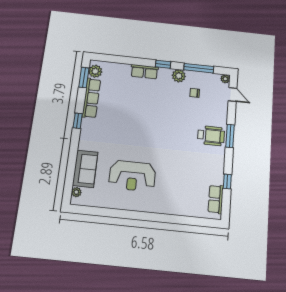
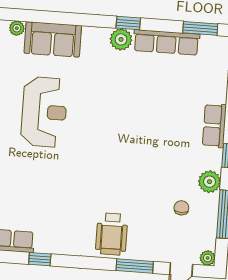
plant: (95, 71) -> (121, 39), moved
window: (230, 136) -> (135, 266), moved
reception desk: (132, 176) -> (44, 112), turned 180

